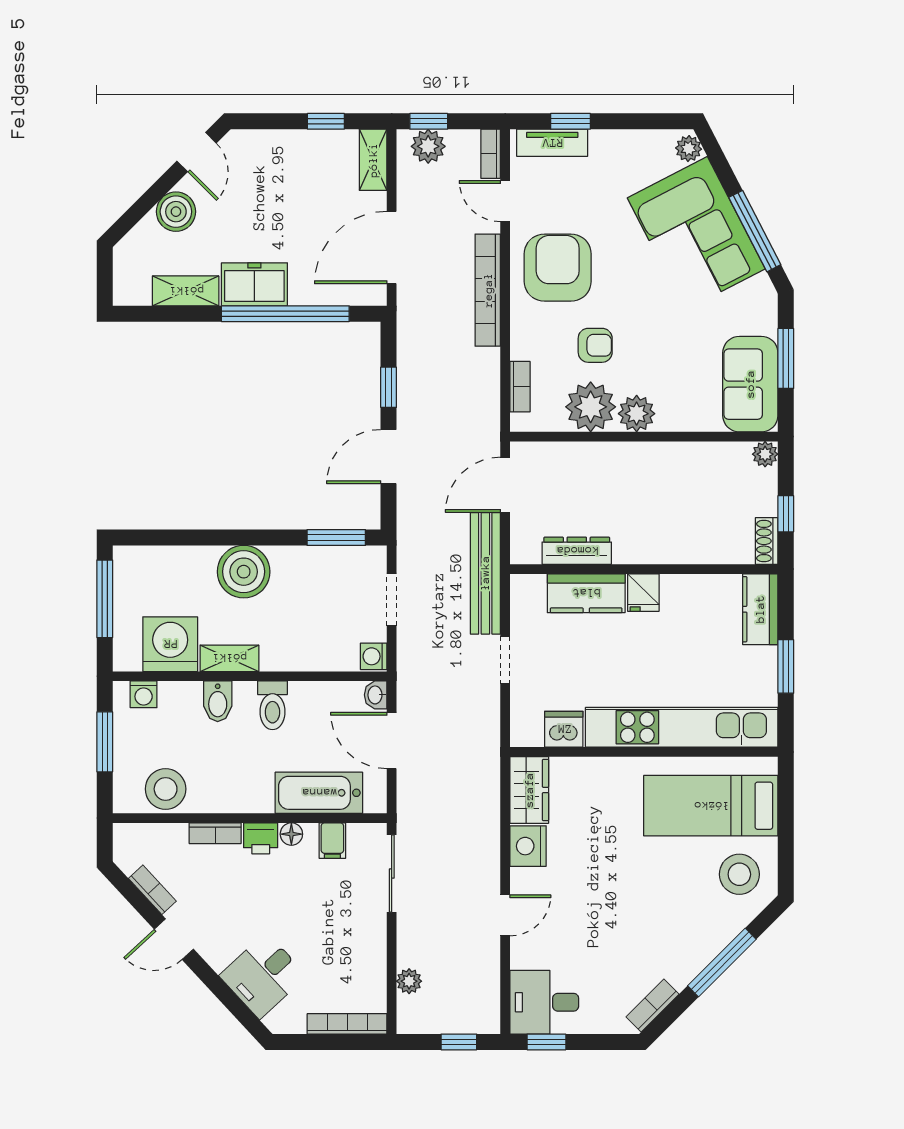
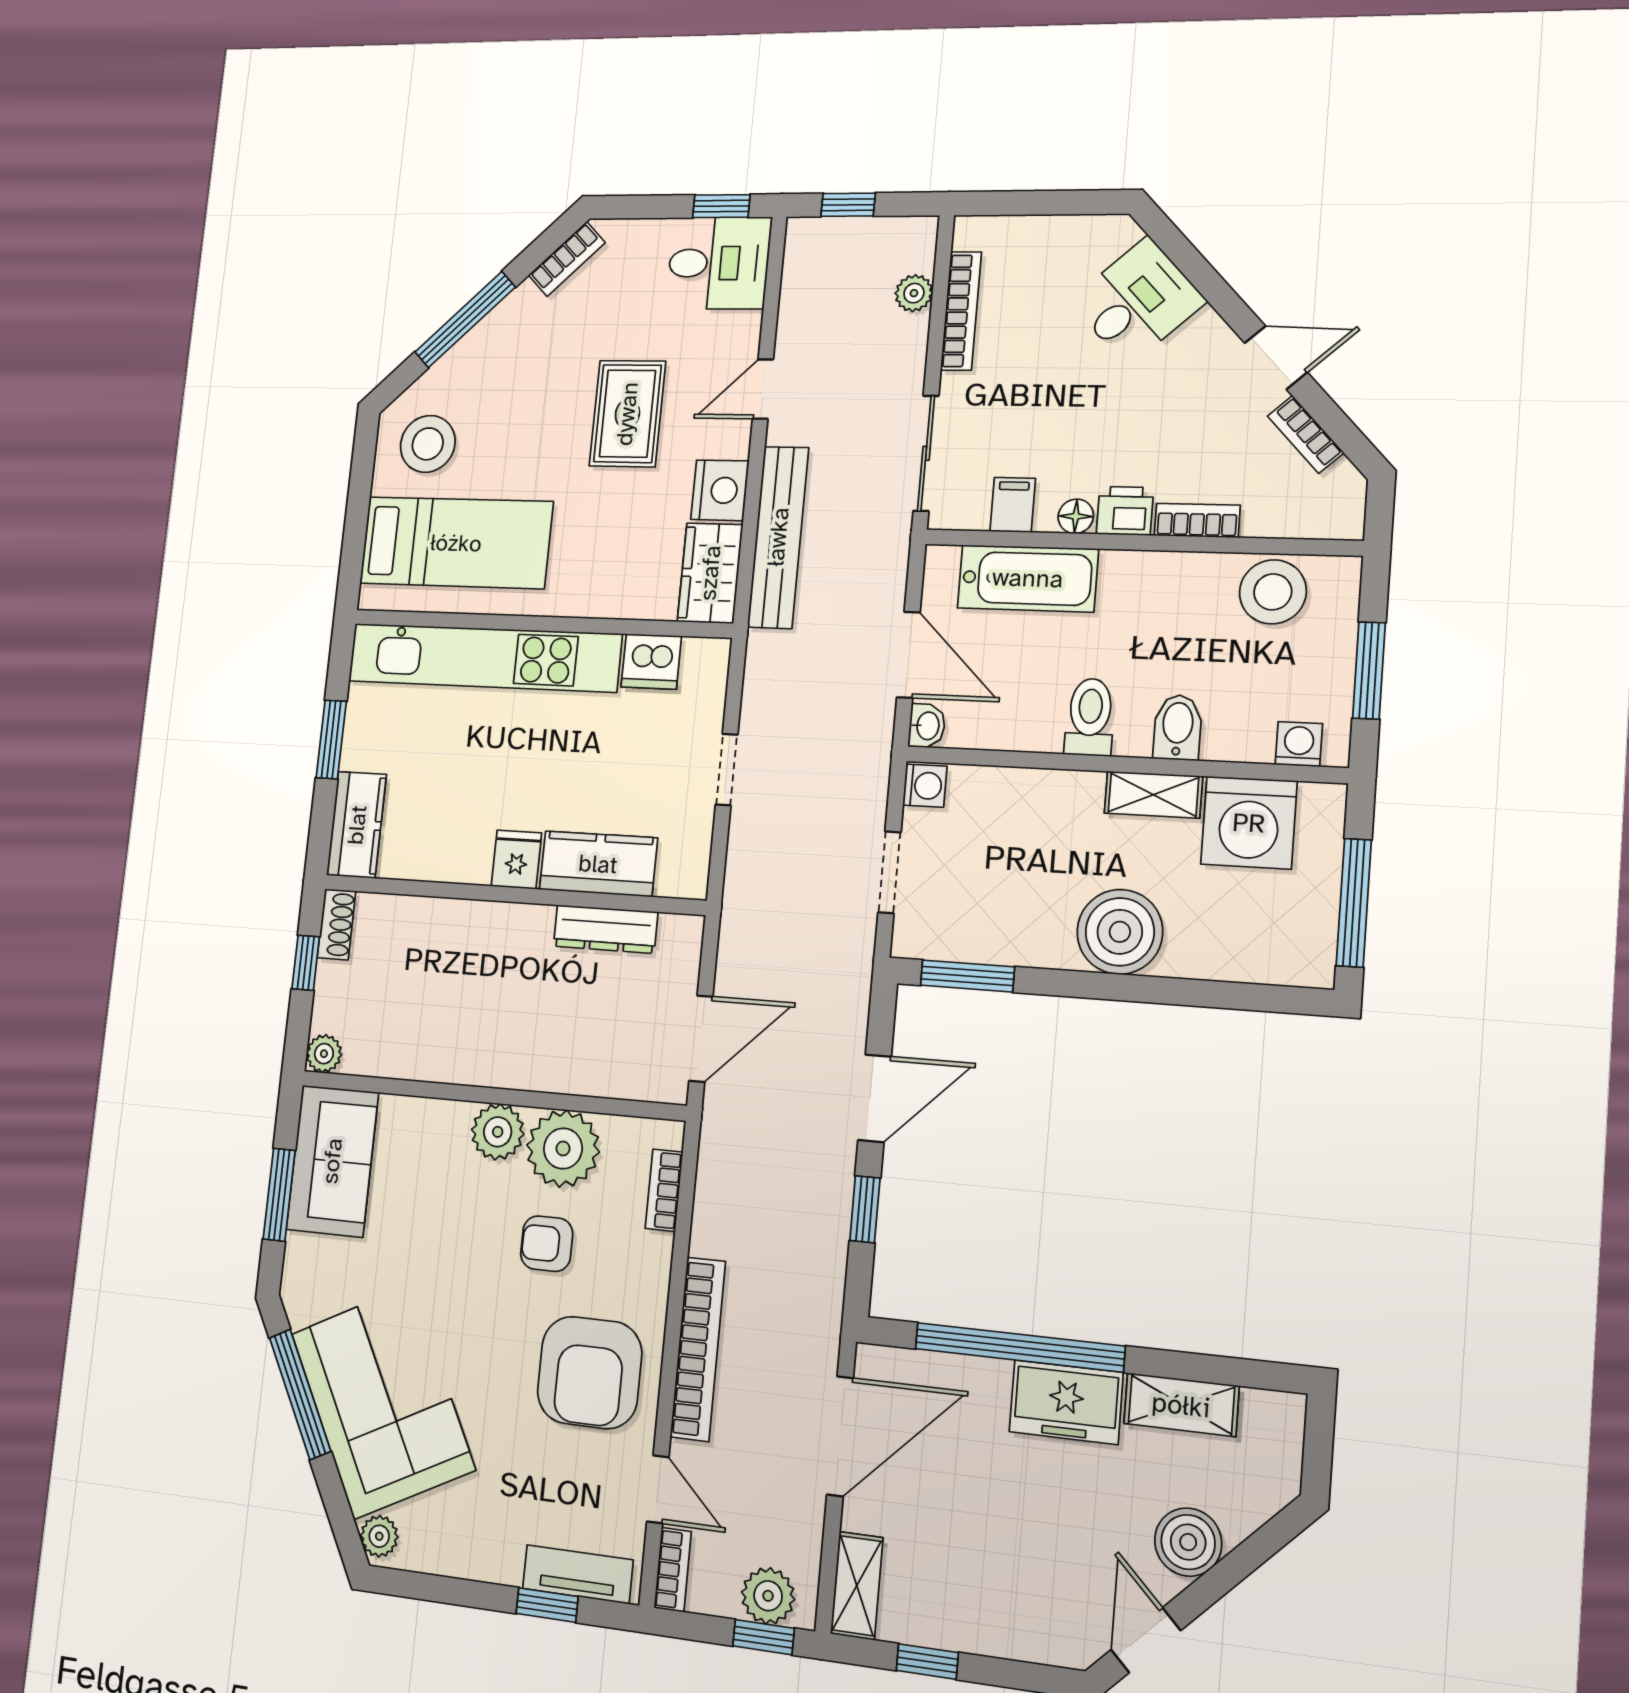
bench: (485, 573) -> (778, 537), moved
rug: (598, 897) -> (627, 414), added
bookcase: (347, 1024) -> (961, 311), moved, turned -90

